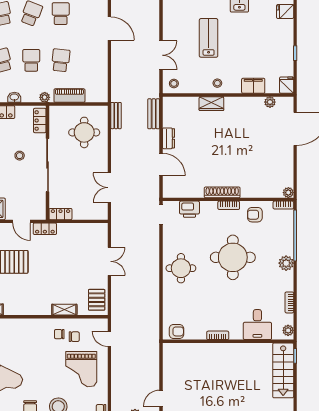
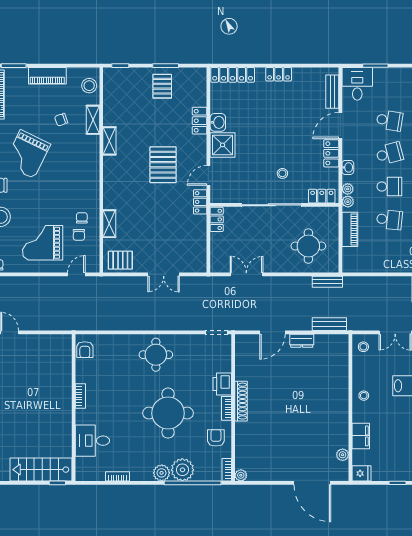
plant: (33, 97) -> (348, 189), added
wardrobe: (211, 104) -> (341, 389), removed
printer: (189, 209) -> (222, 384), moved
plant: (288, 330) -> (182, 470), moved, width x1.87, depth x1.87

